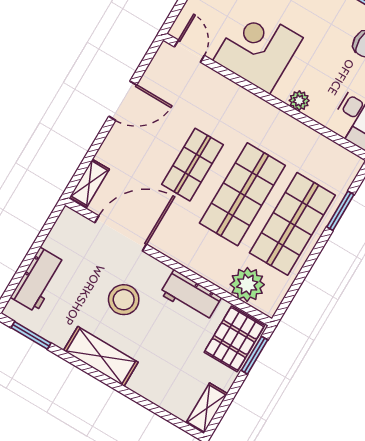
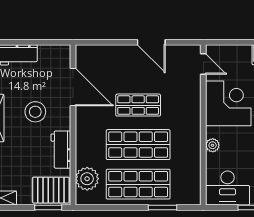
door: (189, 51) -> (203, 64), hinge flipped
shelving: (89, 183) -> (91, 51), removed

